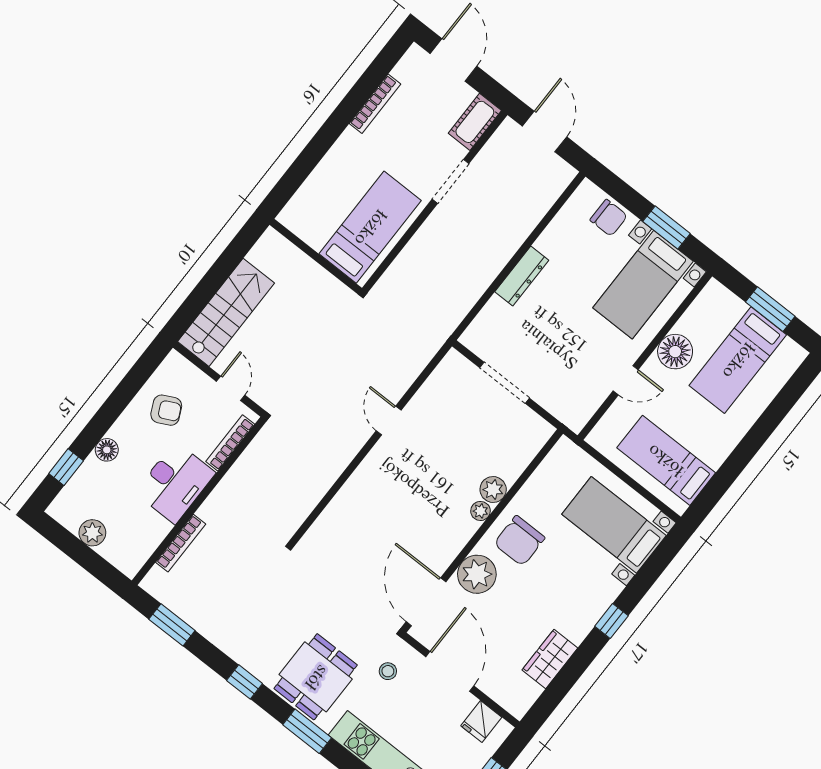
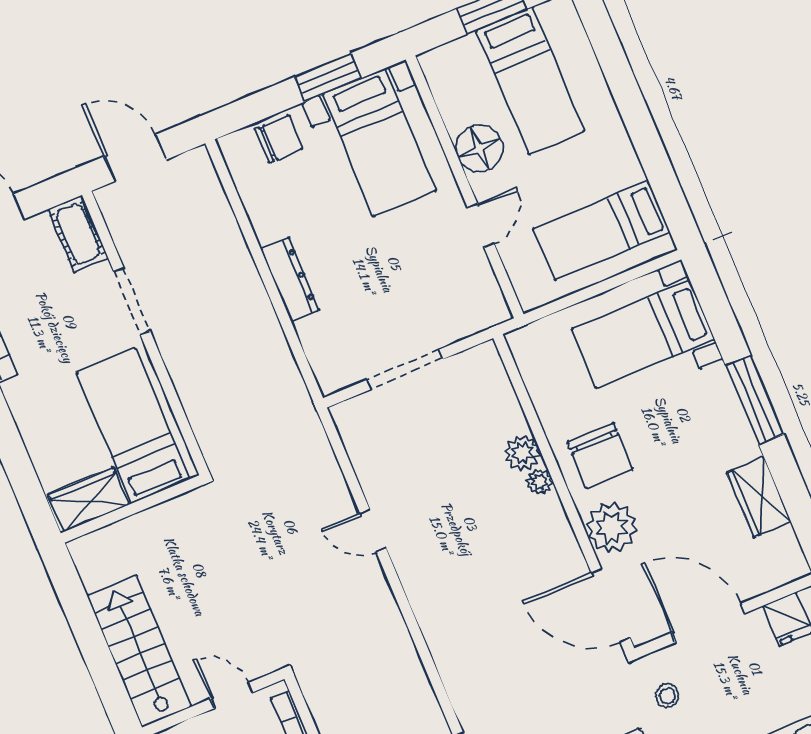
wardrobe: (306, 225) -> (88, 500), added
window: (611, 621) -> (755, 400), width x2.17

